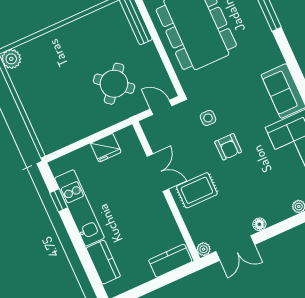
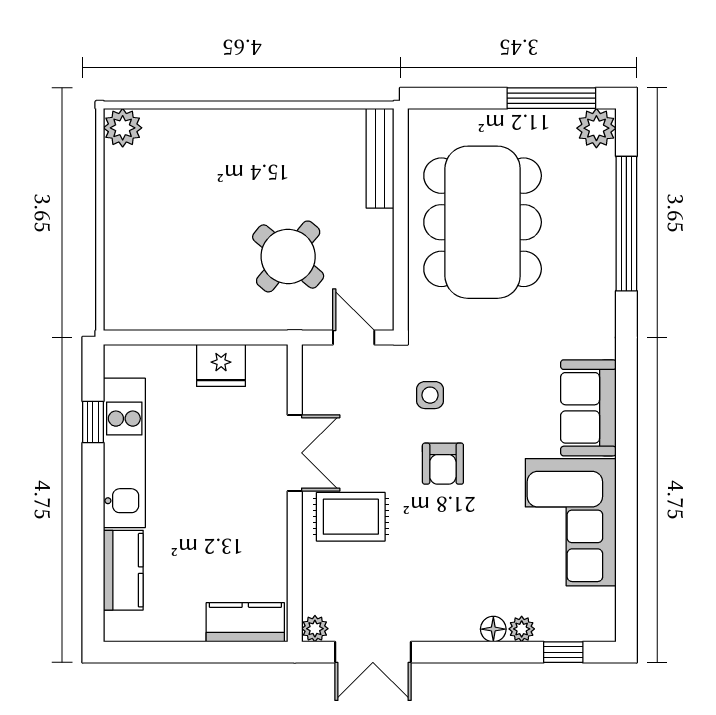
floor lamp: (259, 224) -> (493, 629), moved

